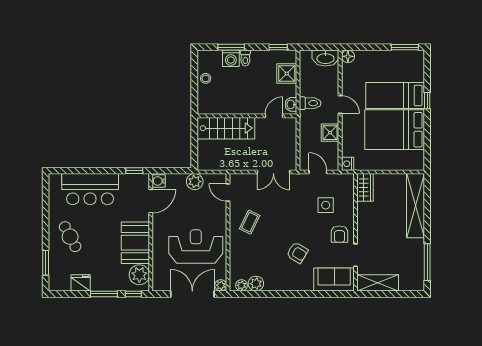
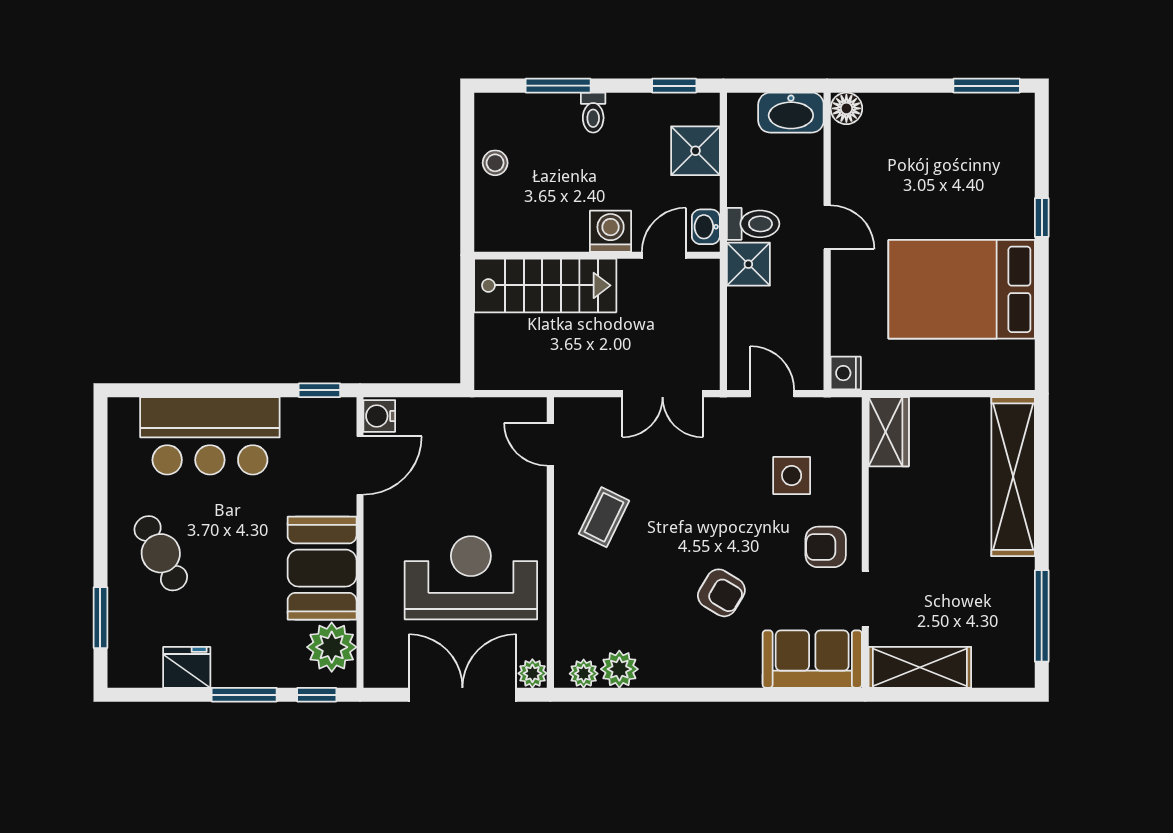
washing machine: (231, 58) -> (611, 231), moved, turned 180
bed: (395, 95) -> (963, 205), removed
shower: (330, 133) -> (748, 264), moved
plant: (195, 182) -> (468, 417), removed
armchair: (340, 234) -> (826, 547), turned 90

